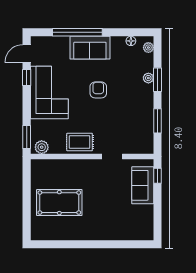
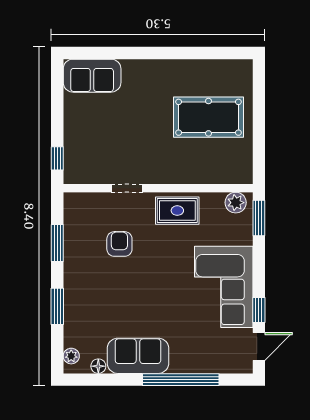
sofa: (90, 48) -> (138, 356), moved
plant: (148, 78) -> (71, 309), removed
armchair: (98, 90) -> (119, 244), moved, turned 180
sofa: (143, 185) -> (92, 76), moved, turned 90

